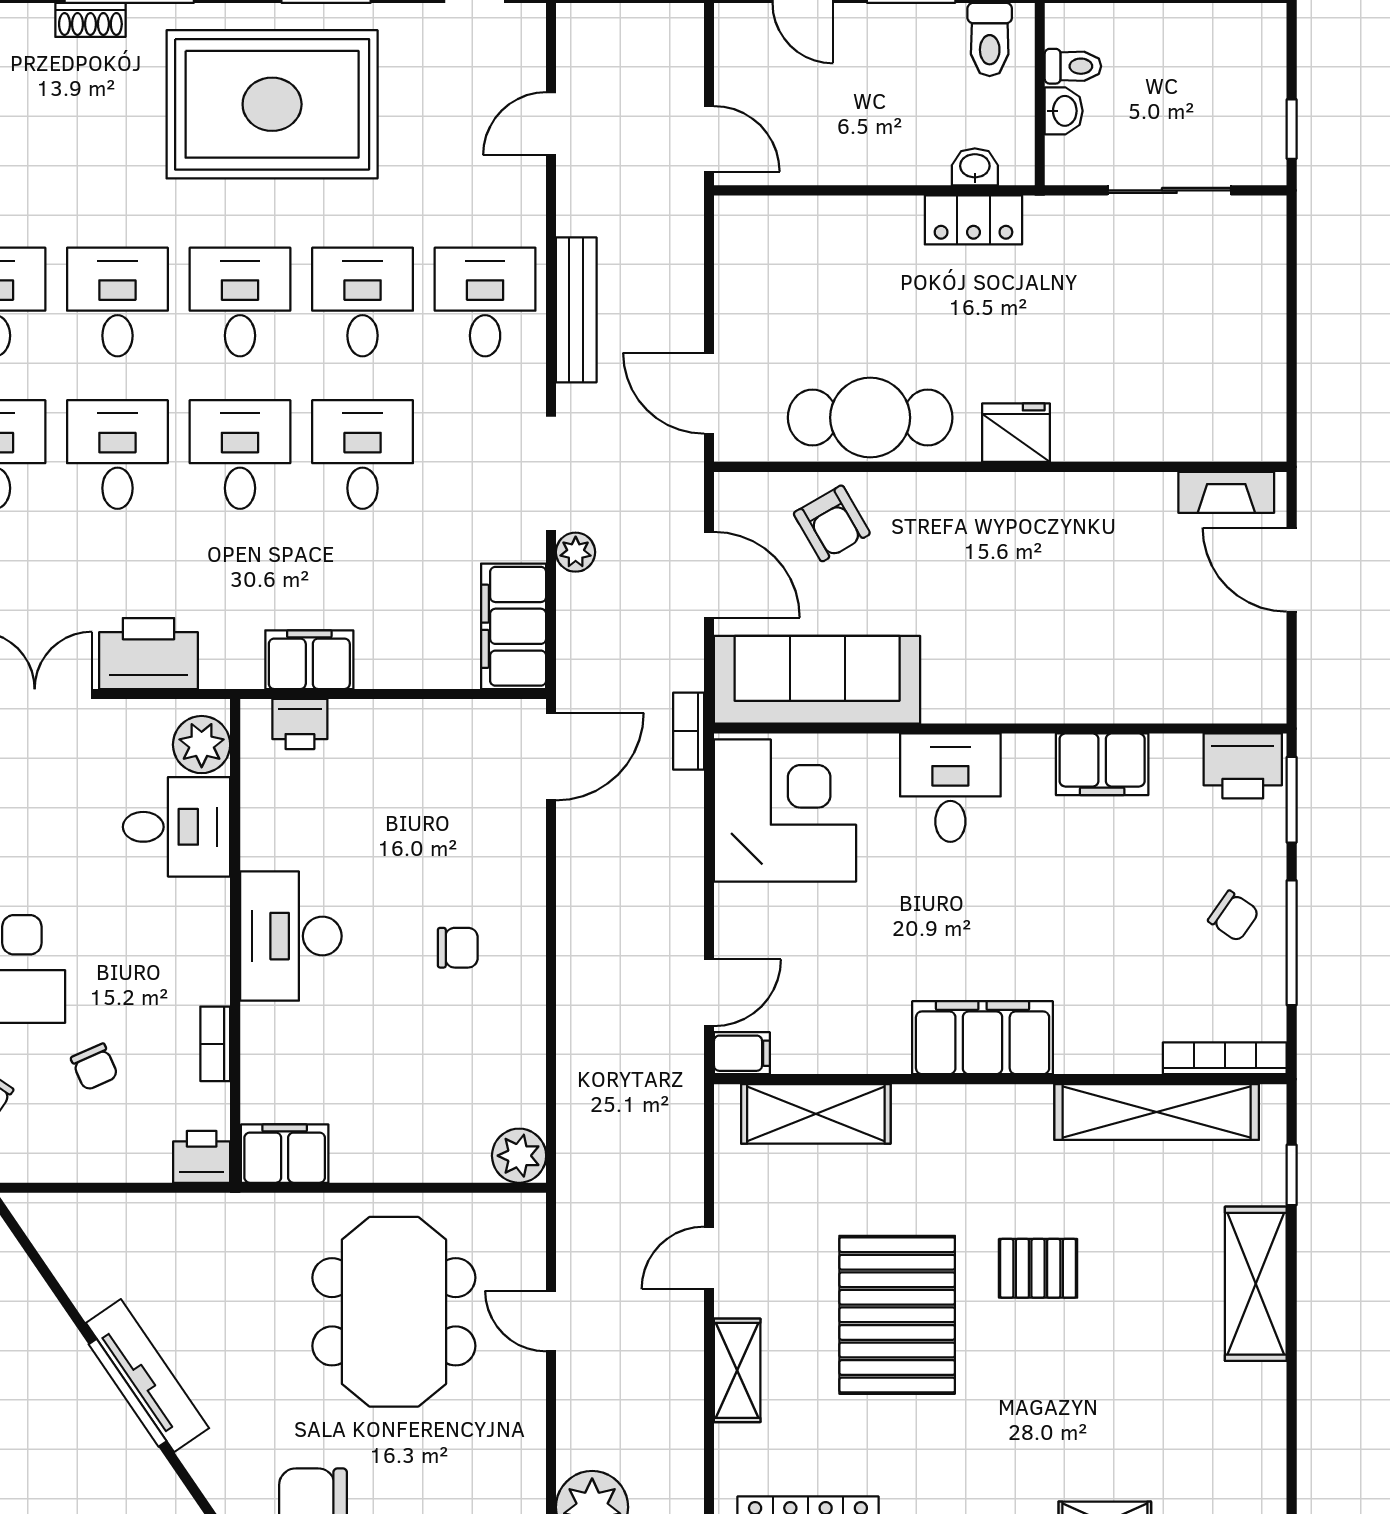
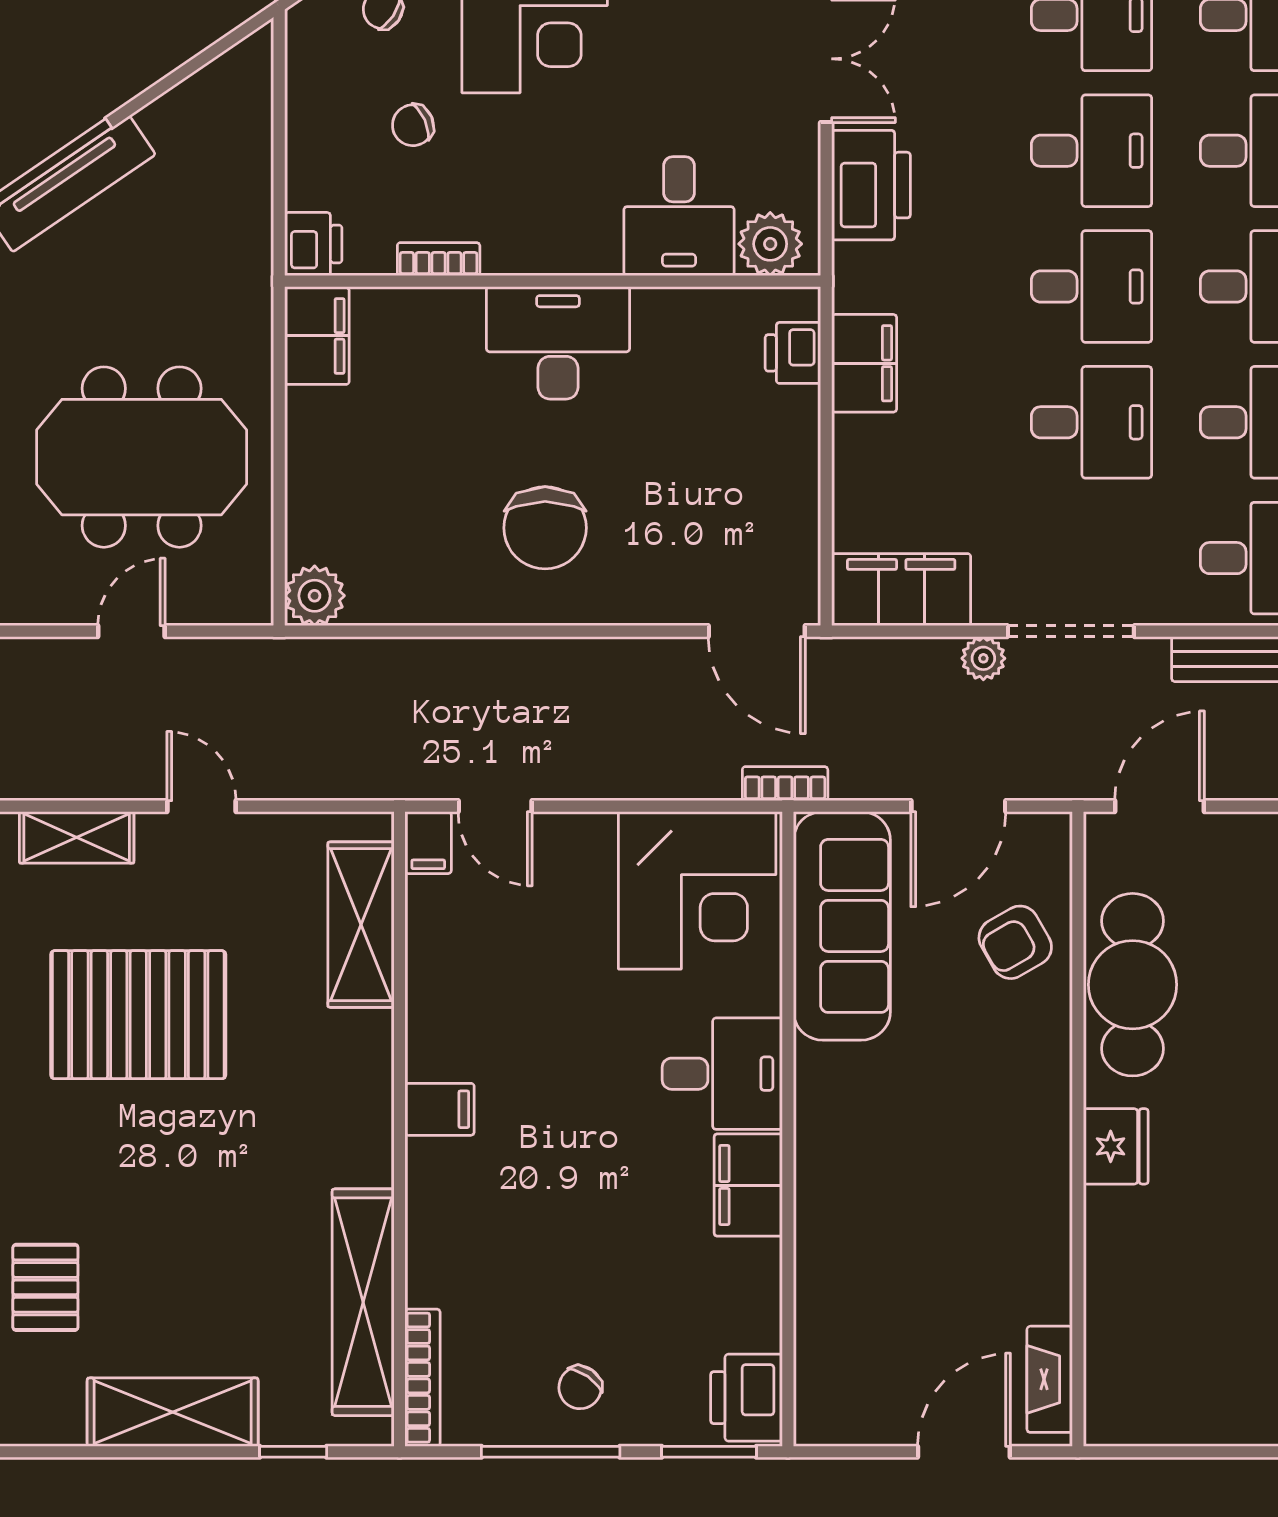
filing cabinet: (1102, 764) -> (748, 1185), moved
chair: (458, 948) -> (545, 528), width x1.87, depth x1.87
filing cabinet: (983, 1038) -> (440, 1109), width x0.33, depth x0.86
pallet: (1038, 1268) -> (45, 1287), moved

